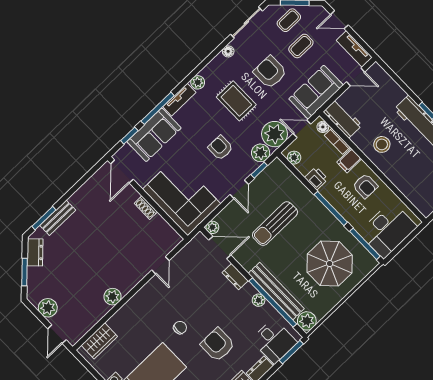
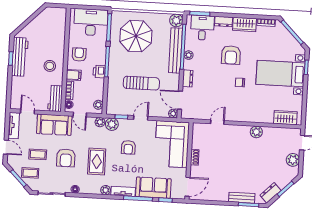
plant: (275, 134) -> (100, 122), width x0.53, depth x0.53
printer: (316, 178) -> (99, 72), moved

